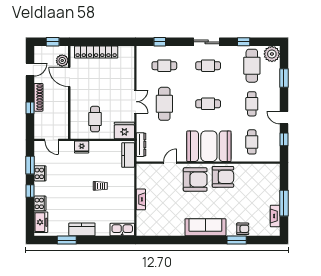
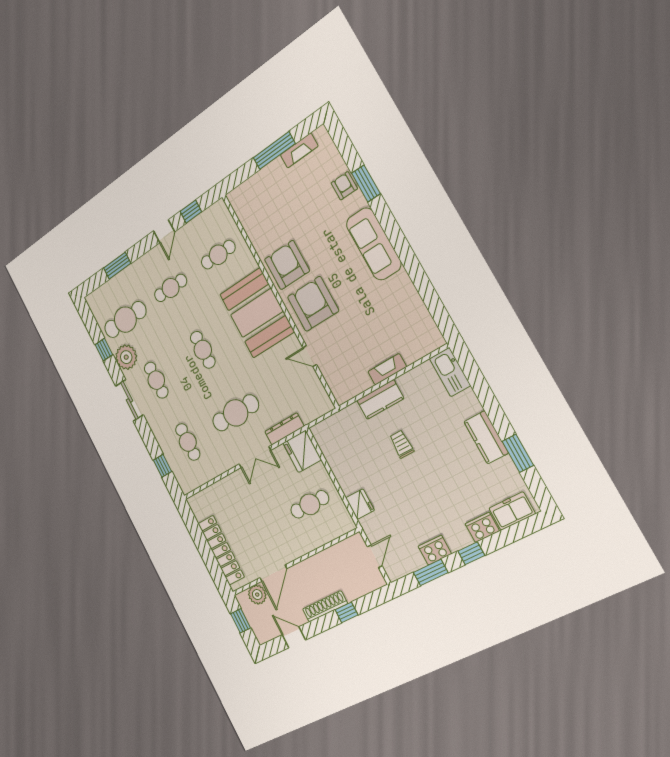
plant: (272, 54) -> (126, 357), moved
double door: (135, 102) -> (255, 457), swing flipped
dresser: (141, 145) -> (284, 429), moved
kitchen counter: (128, 155) -> (380, 399), moved

